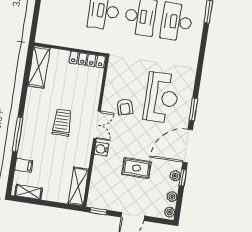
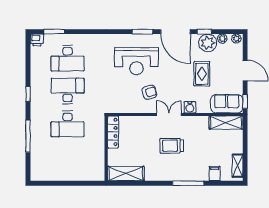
reception desk: (162, 98) -> (136, 61), turned 180
plant: (175, 176) -> (208, 43), width x1.88, depth x1.88
sofa: (99, 190) -> (227, 104), added

